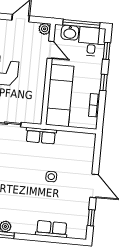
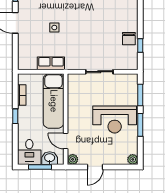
window: (81, 24) -> (40, 167), width x0.69
window: (107, 51) -> (15, 145), removed
row of seats: (41, 136) -> (51, 63), moved

